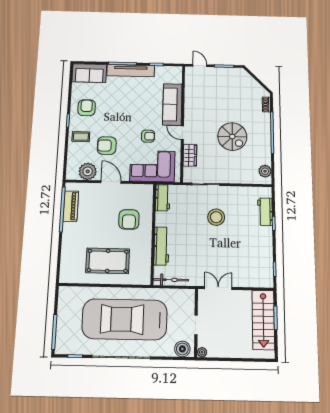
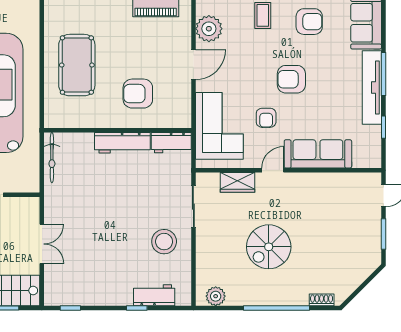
armchair: (107, 146) -> (291, 79), moved, turned -90
stool: (216, 217) -> (164, 242), moved
workbench: (161, 246) -> (122, 143), moved
double door: (218, 288) -> (42, 244), moved

